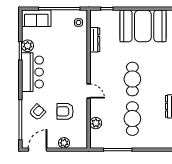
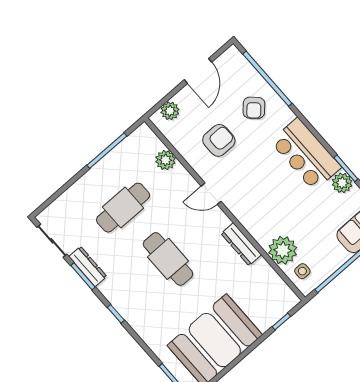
plant: (79, 39) -> (283, 250), added
dresser: (95, 40) -> (241, 244), moved
cafe table: (132, 119) -> (123, 208), turned 90
plant: (64, 143) -> (170, 111), moved
door: (38, 150) -> (198, 71), moved

